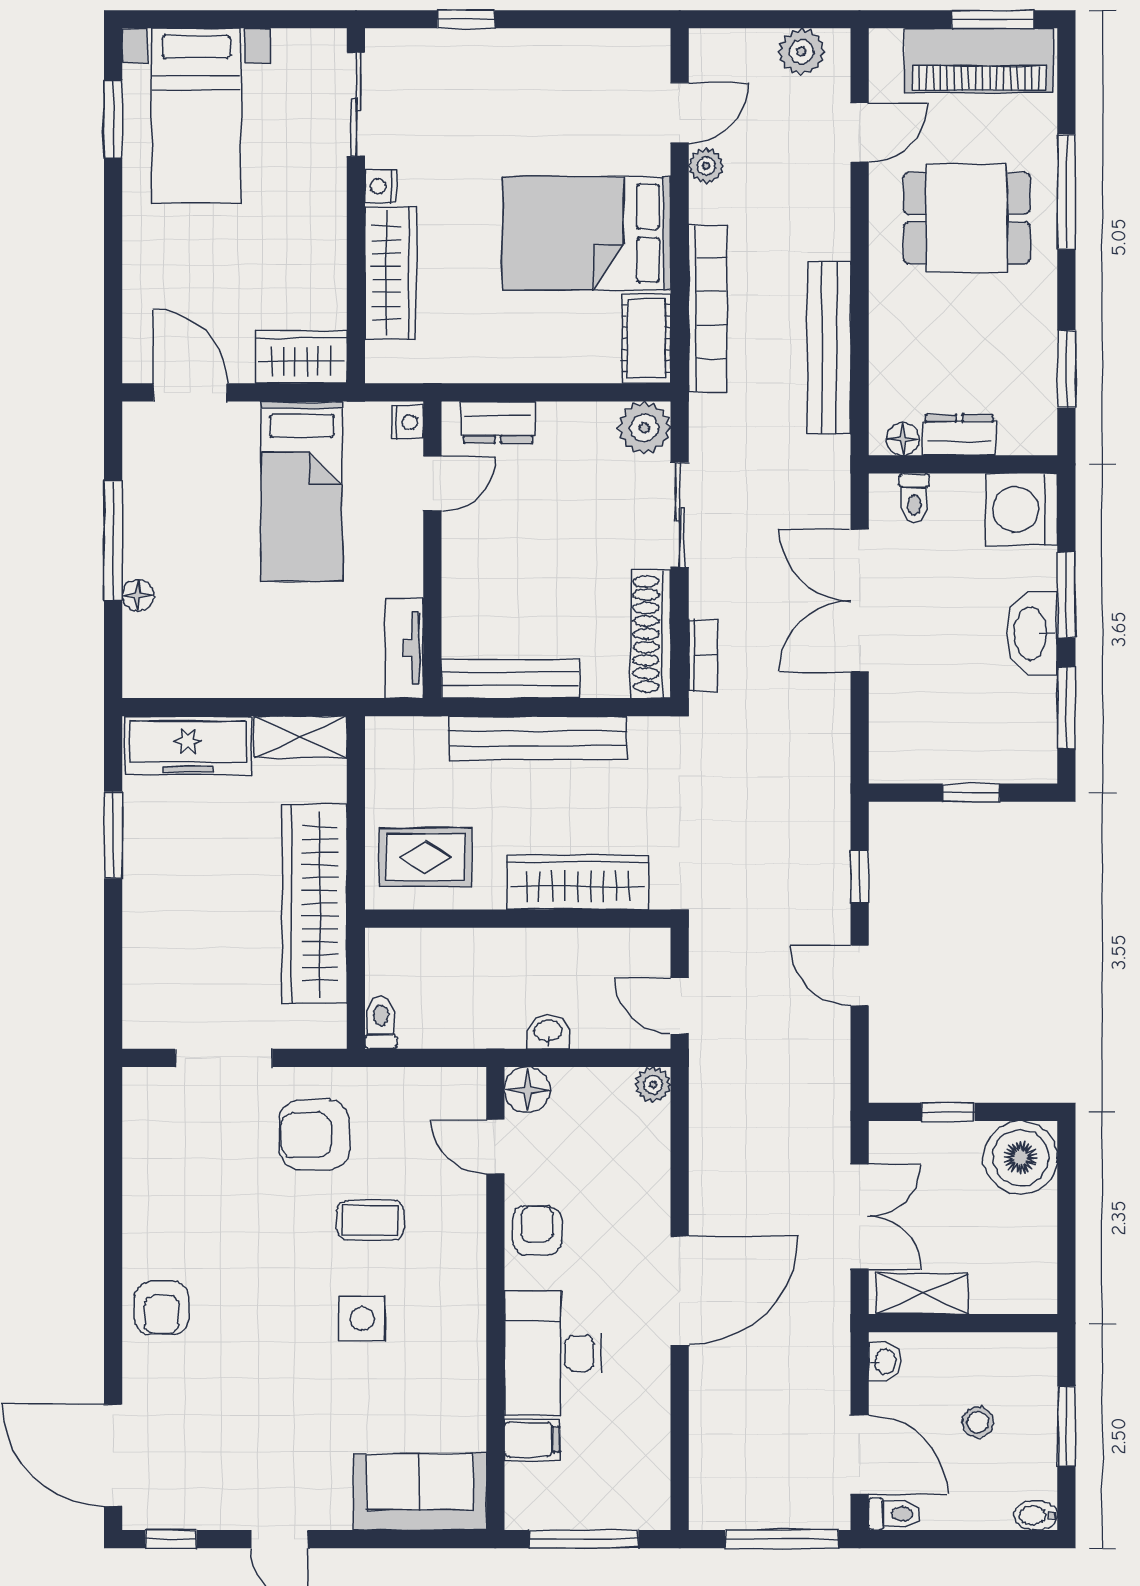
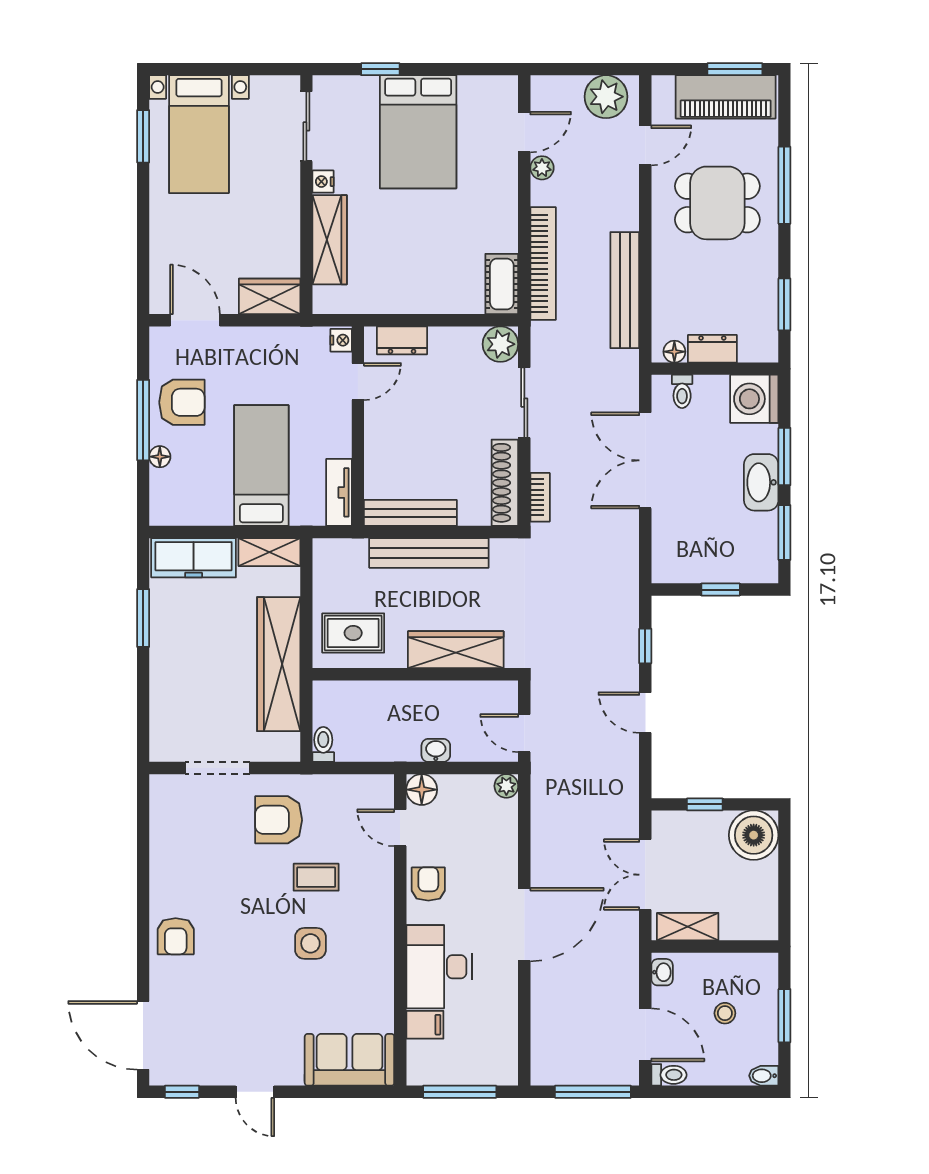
plant: (801, 52) -> (606, 97), width x1.36, depth x1.36
bed: (587, 233) -> (418, 132), moved, turned -90
bed: (302, 491) -> (261, 466), moved, turned 180
armchair: (171, 514) -> (182, 402), added
double door: (860, 1216) -> (645, 875), swing flipped

